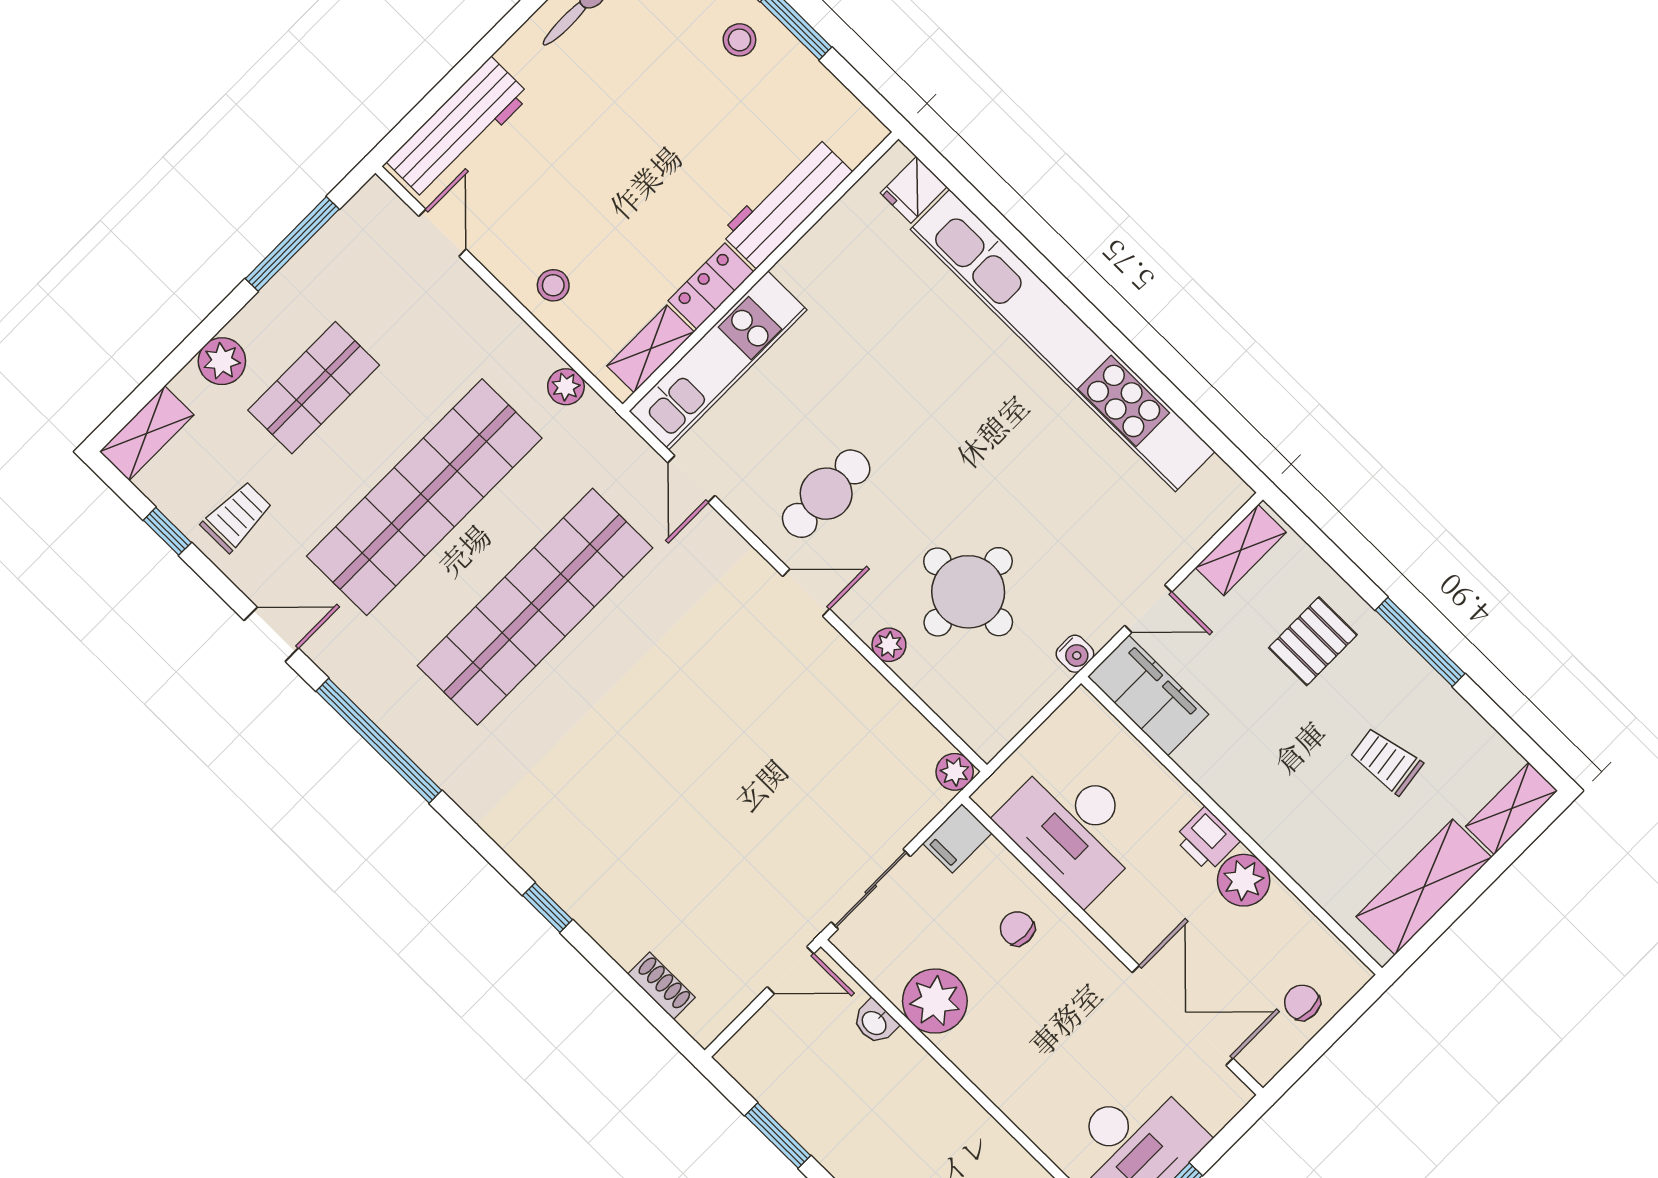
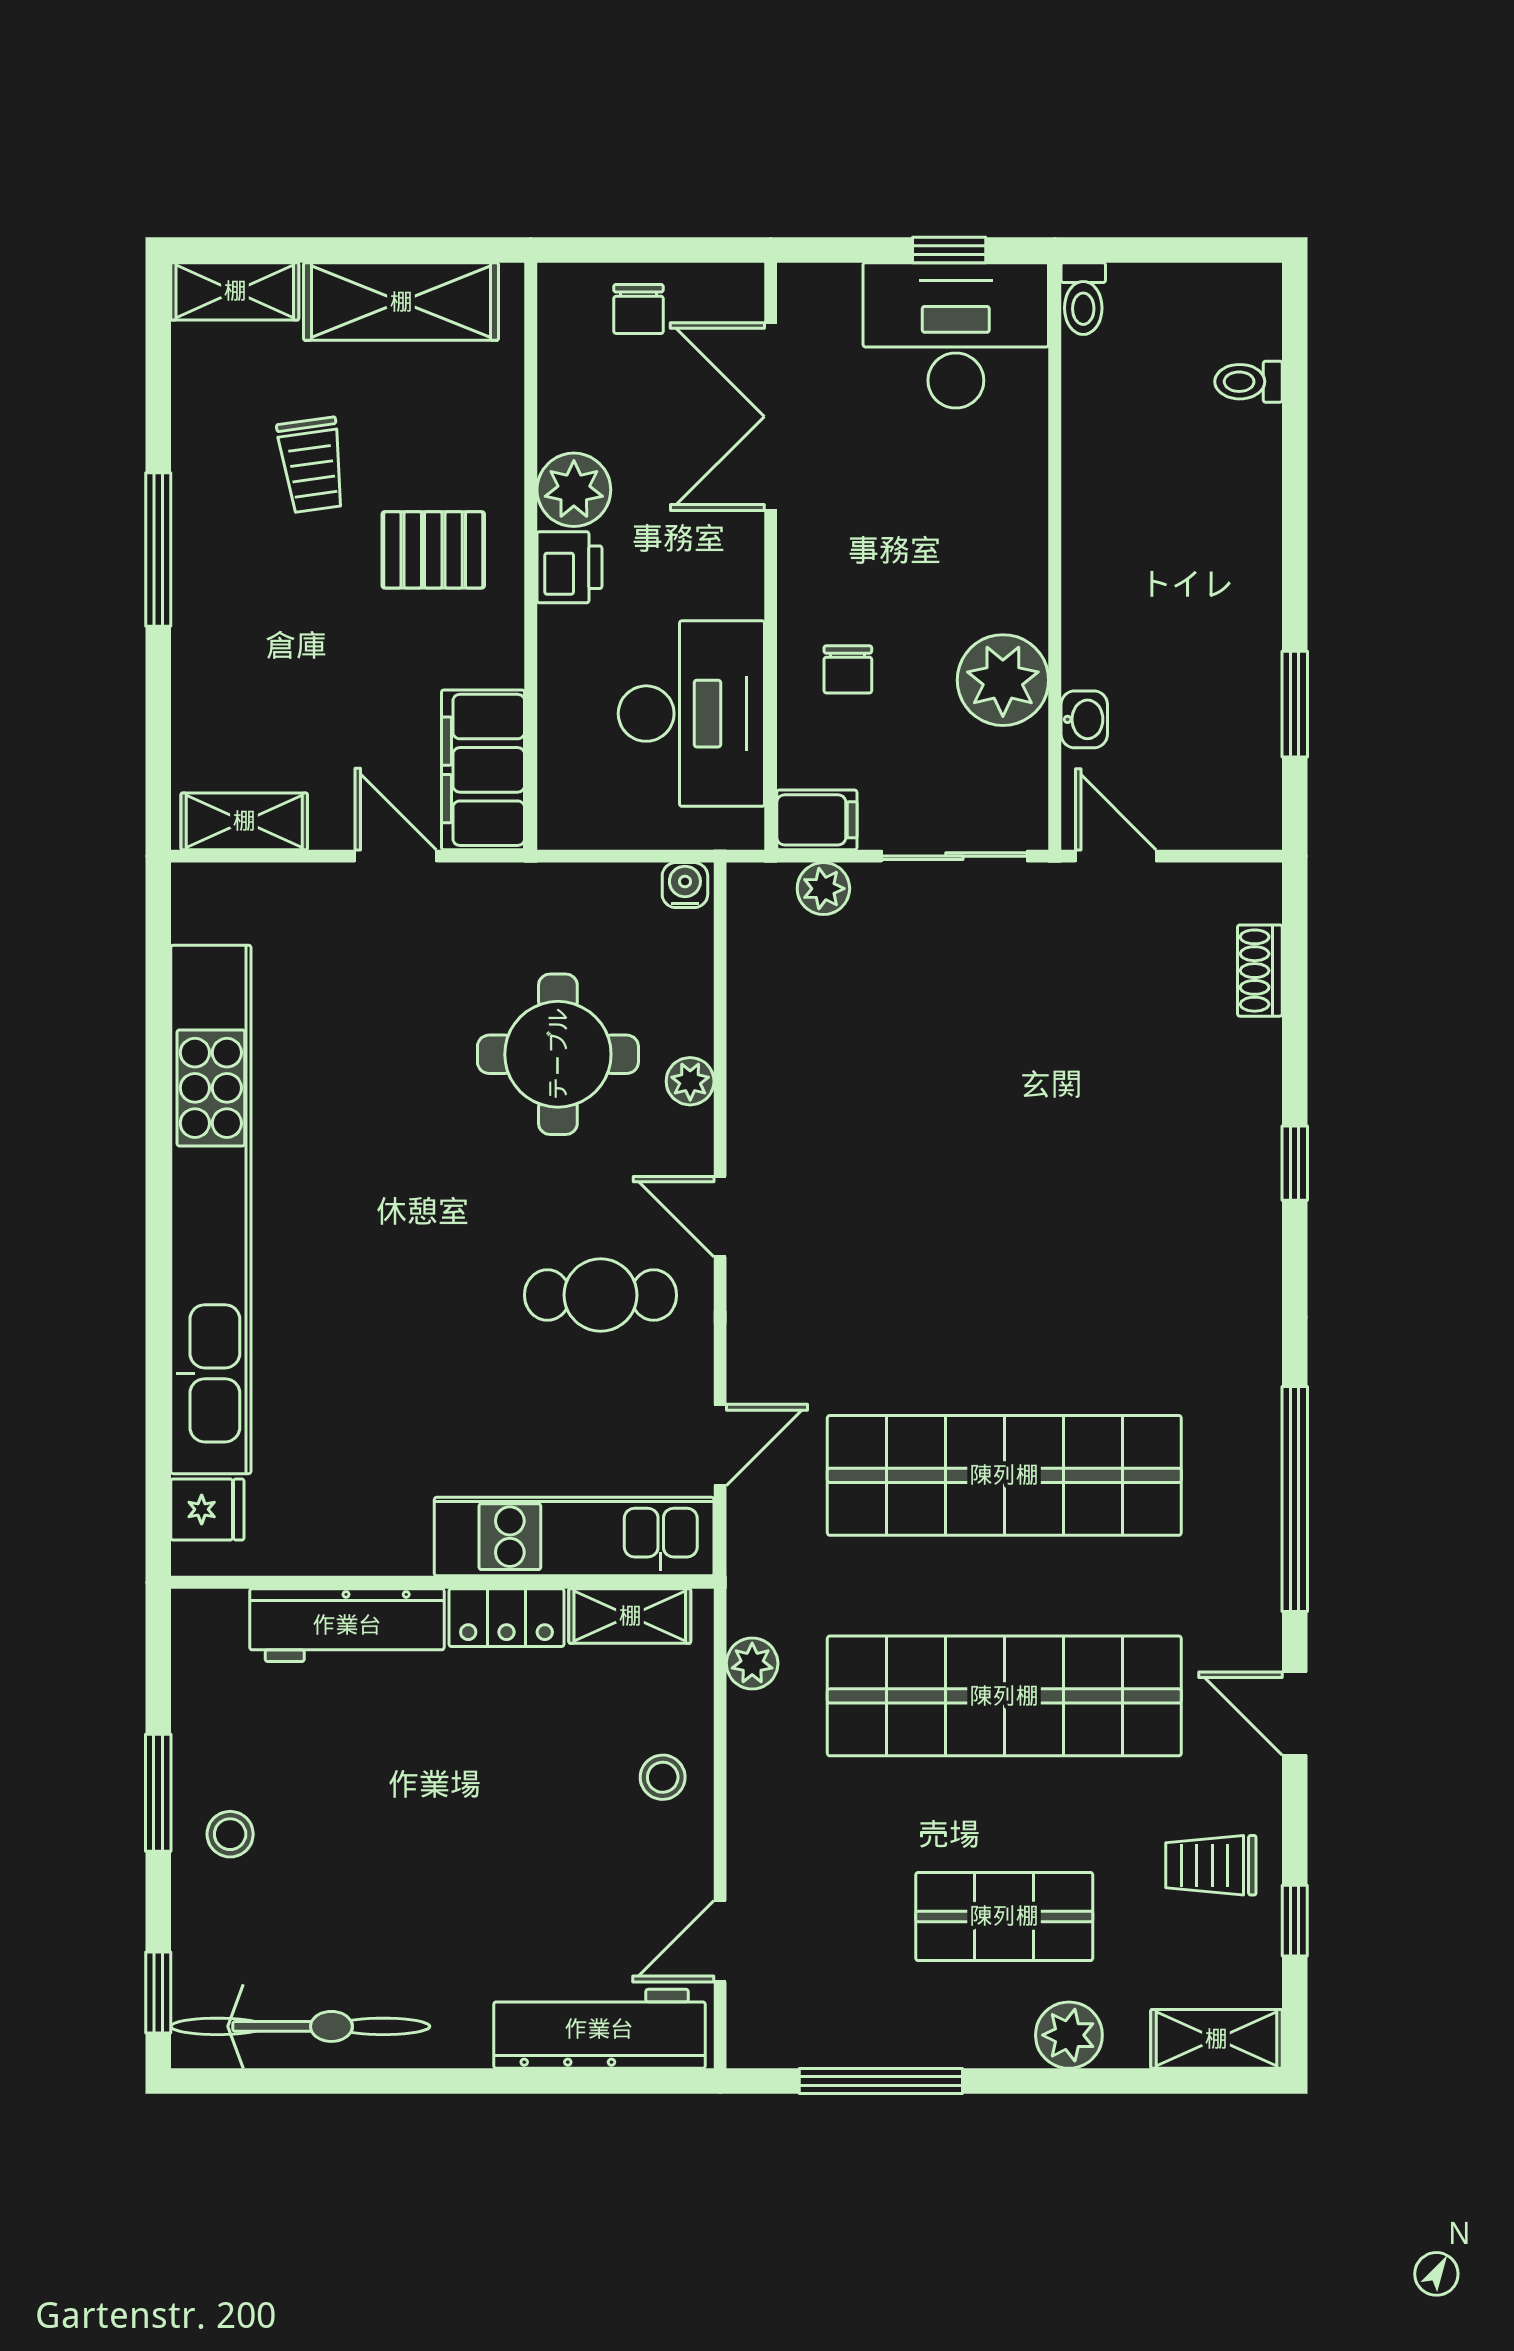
pallet: (1313, 641) -> (433, 550), moved
water cooler: (1075, 654) -> (685, 885), moved
plant: (955, 772) -> (823, 889), moved

